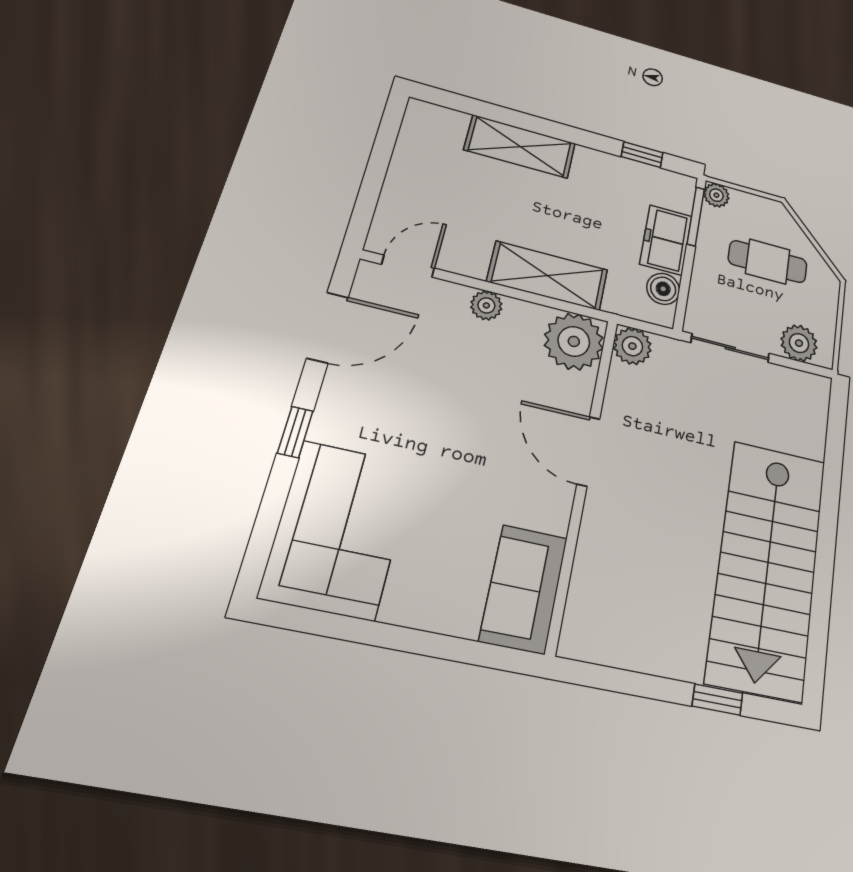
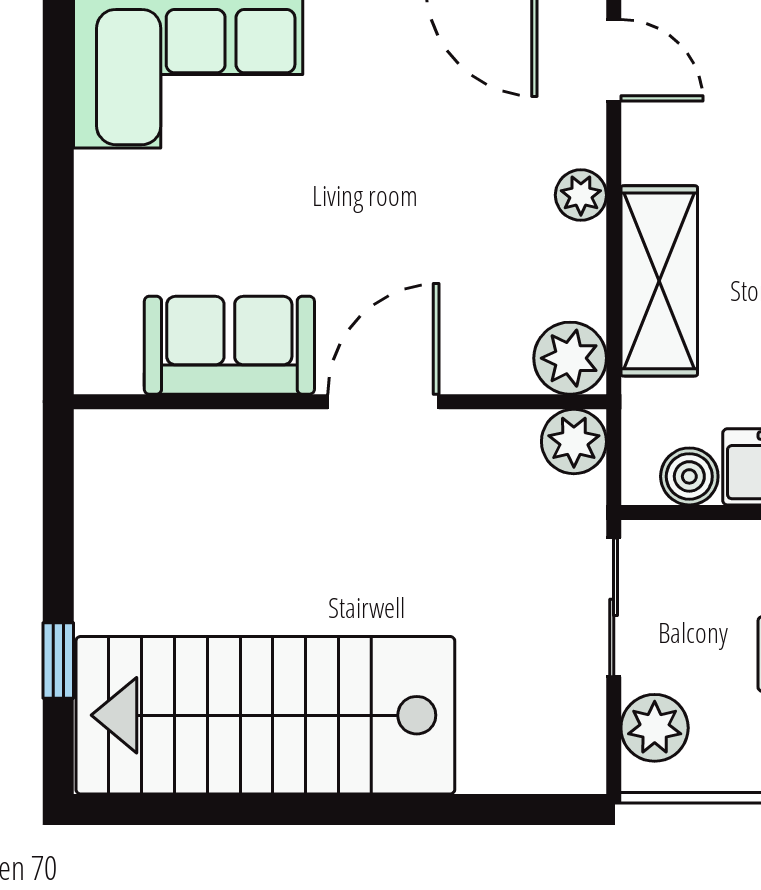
plant: (574, 341) -> (570, 358), width x0.73, depth x0.73
sofa: (524, 589) -> (229, 345), moved

